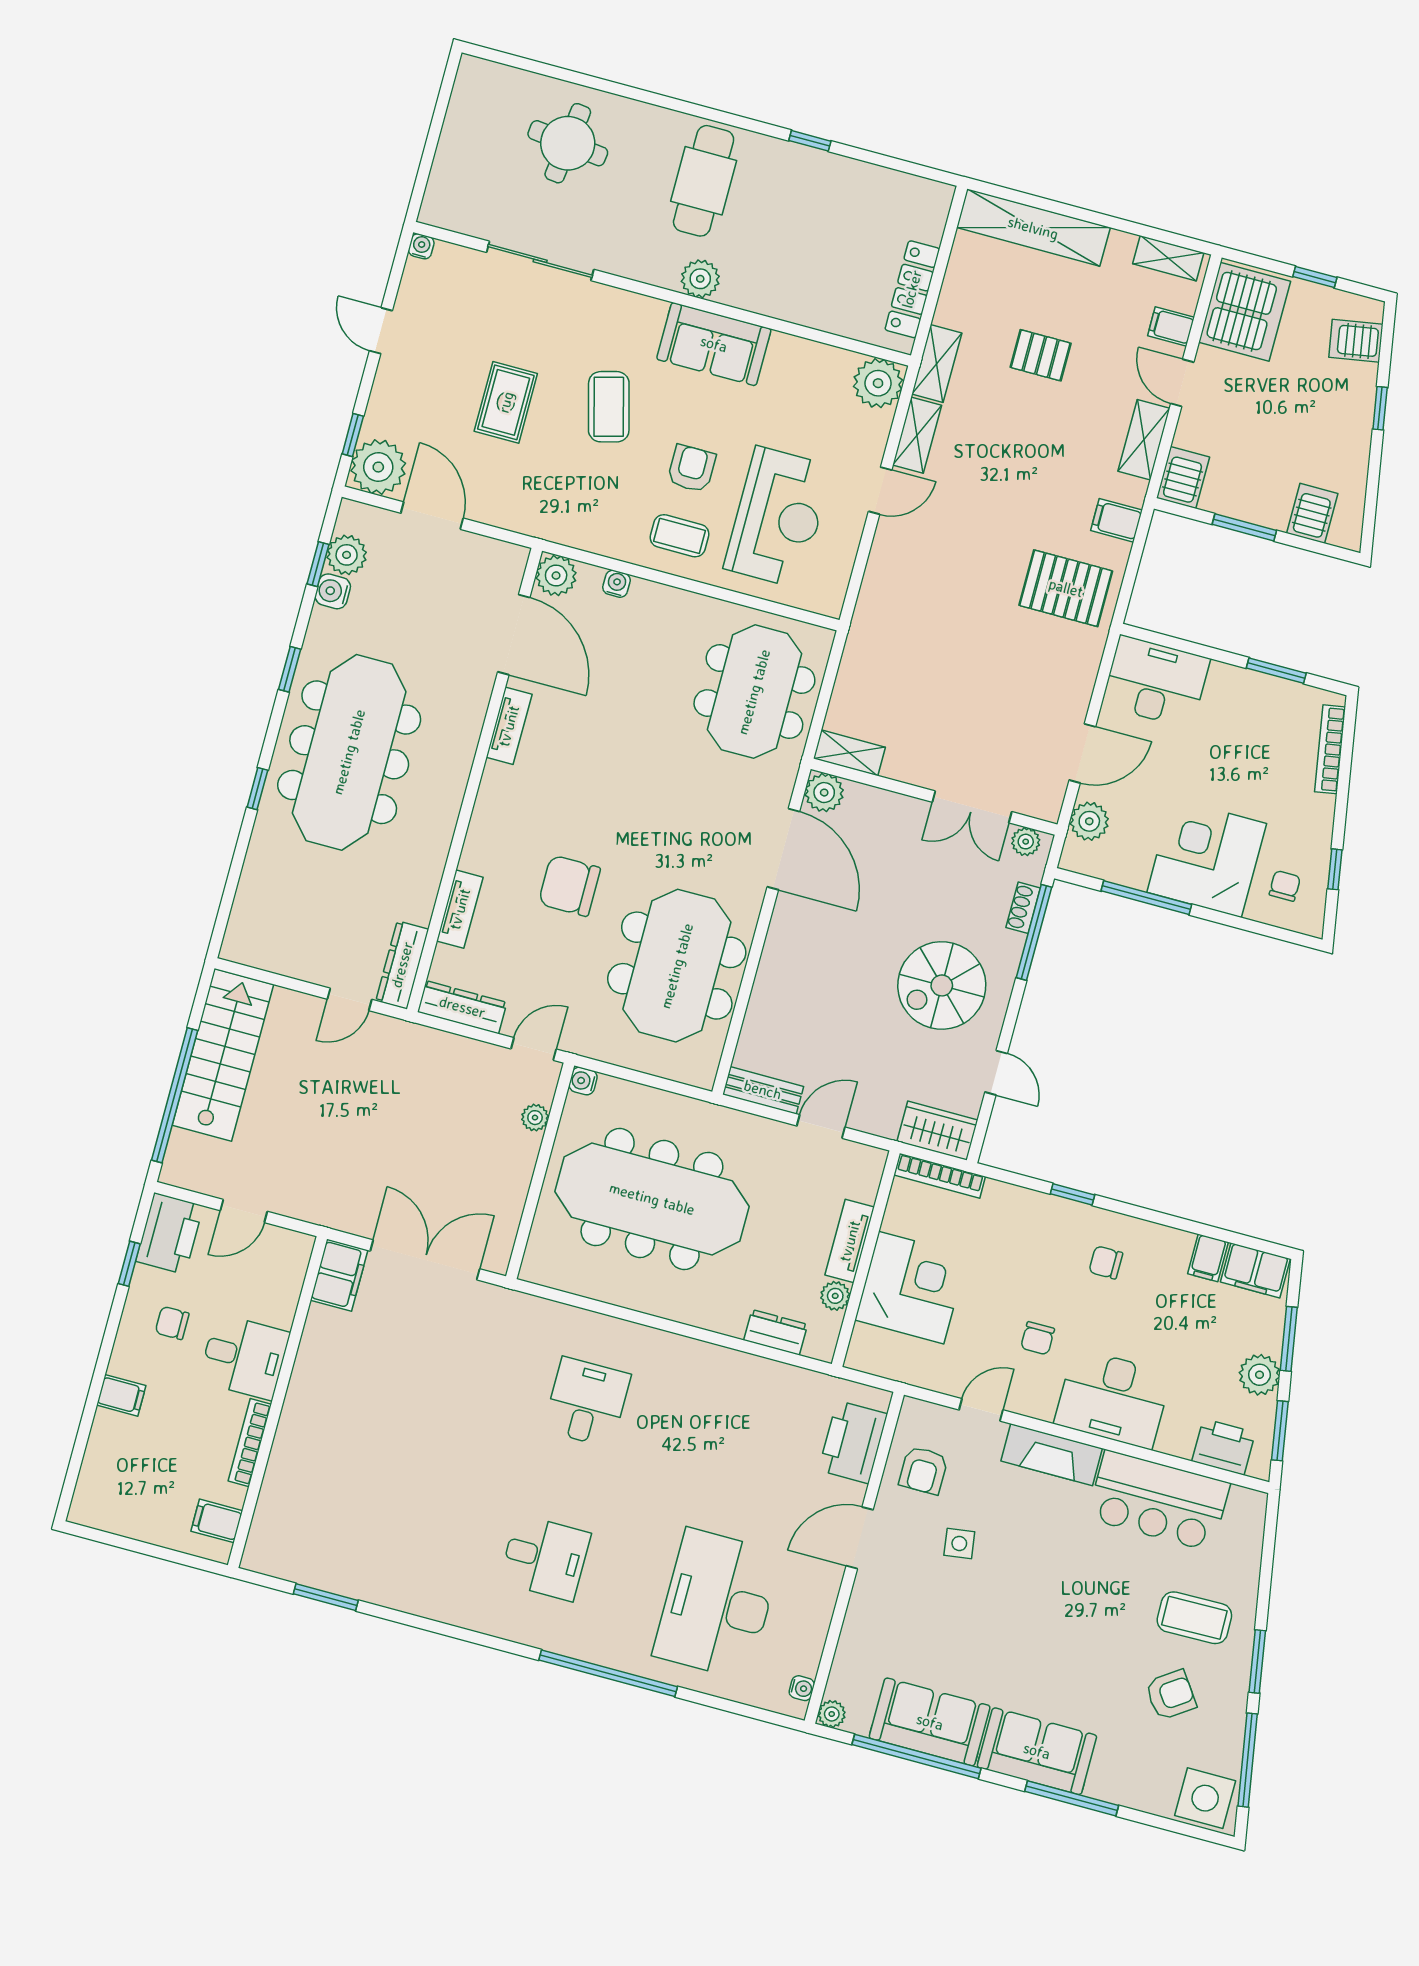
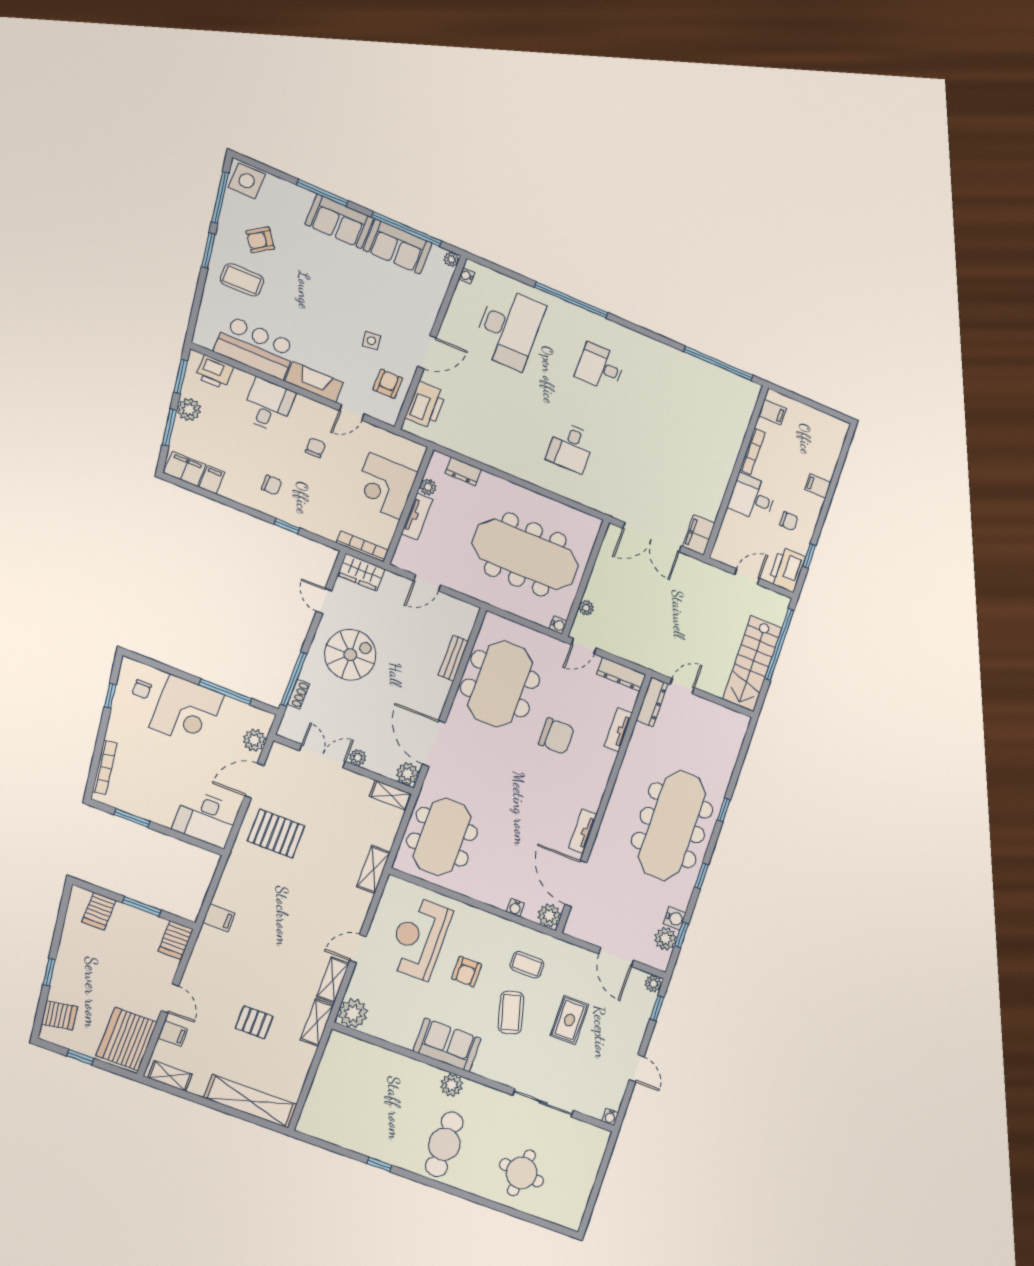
locker: (912, 289) -> (327, 1069), removed
shelving: (1144, 440) -> (373, 869), moved
plant: (378, 467) -> (653, 984), width x0.53, depth x0.53
coffee table: (680, 536) -> (527, 965), moved
pallet: (1066, 588) -> (276, 833), moved
plant: (1026, 842) -> (358, 758), moved
bench: (763, 1090) -> (453, 658), moved, turned 90
desk: (1113, 1399) -> (268, 405), width x0.73
window: (326, 1597) -> (718, 363), width x2.11

